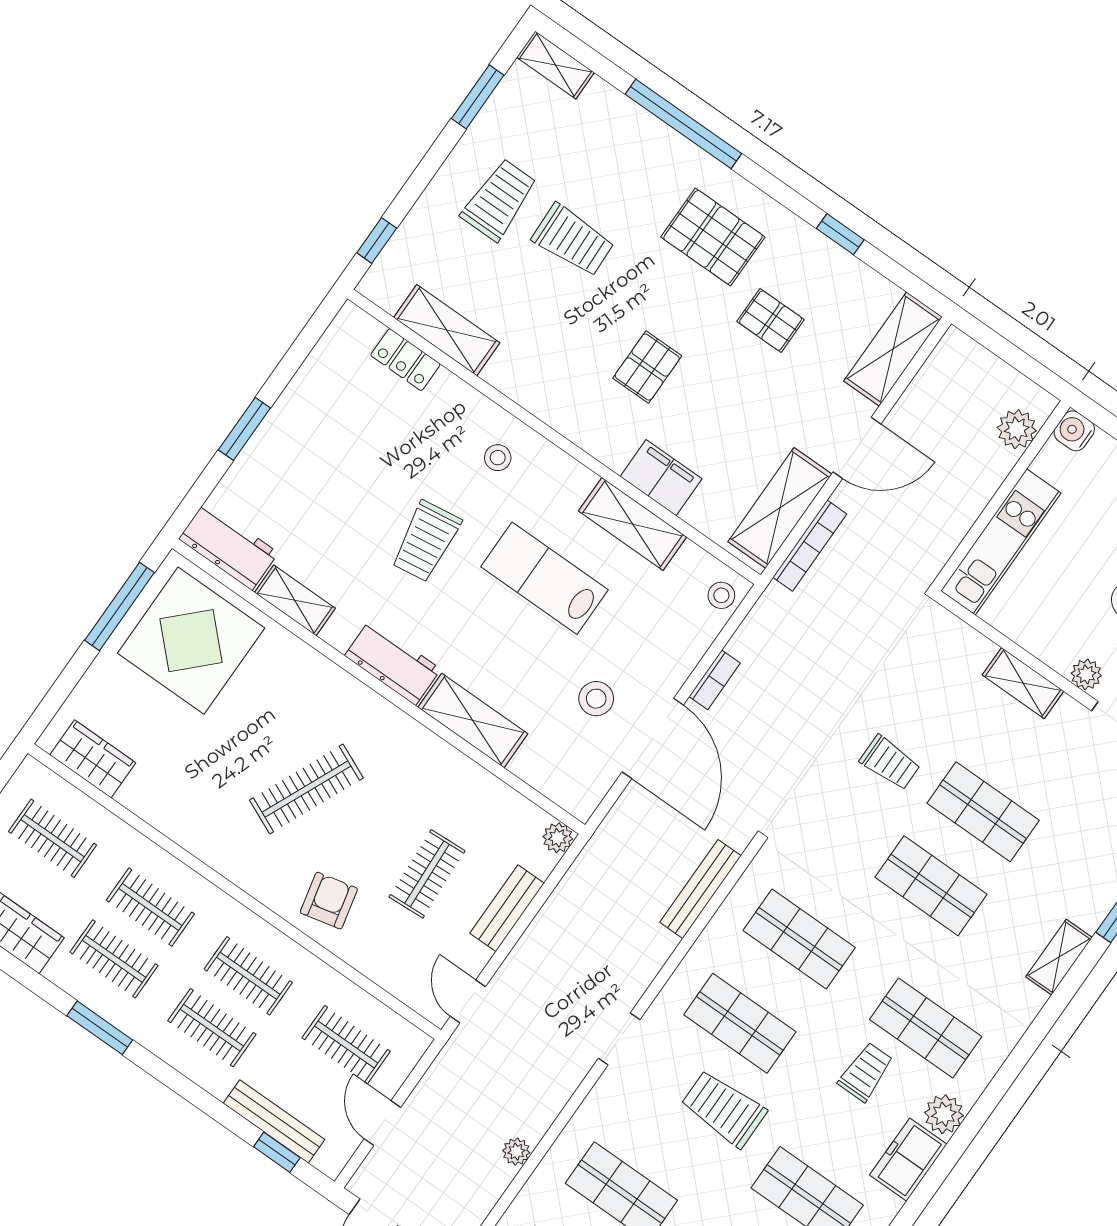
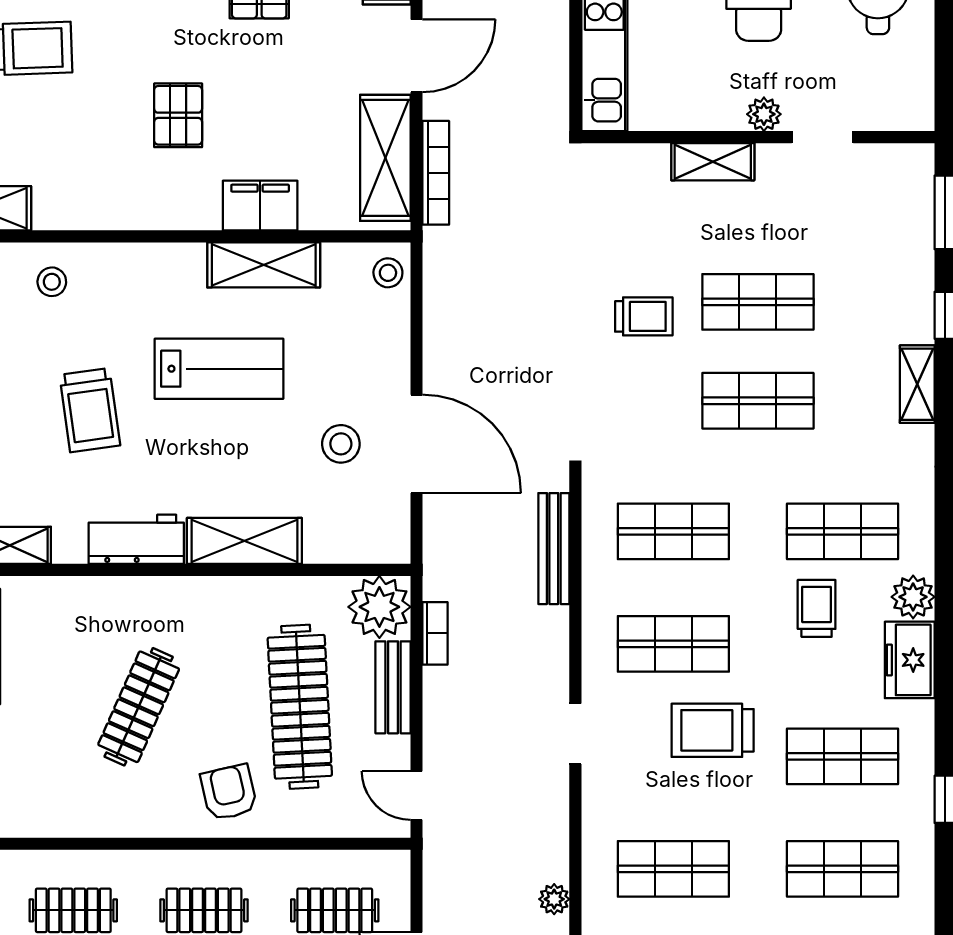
stool: (498, 458) -> (52, 282), moved
lab bench: (544, 578) -> (219, 369), turned 180
bookcase: (715, 680) -> (435, 633), moved
plant: (558, 838) -> (379, 607), width x1.87, depth x1.87
clothes rail: (427, 874) -> (300, 707), width x1.86, depth x1.31

